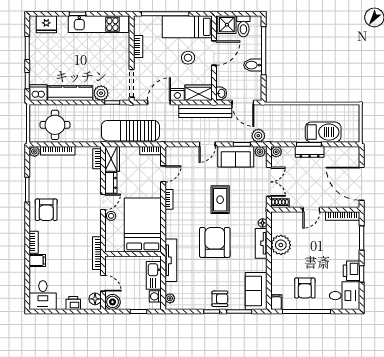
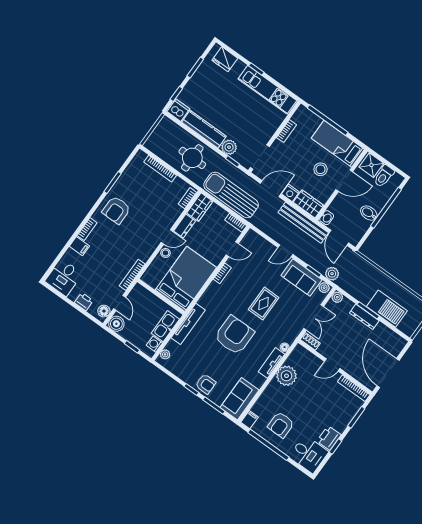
round table: (55, 125) -> (192, 158), moved
plant: (34, 151) -> (141, 156), removed

